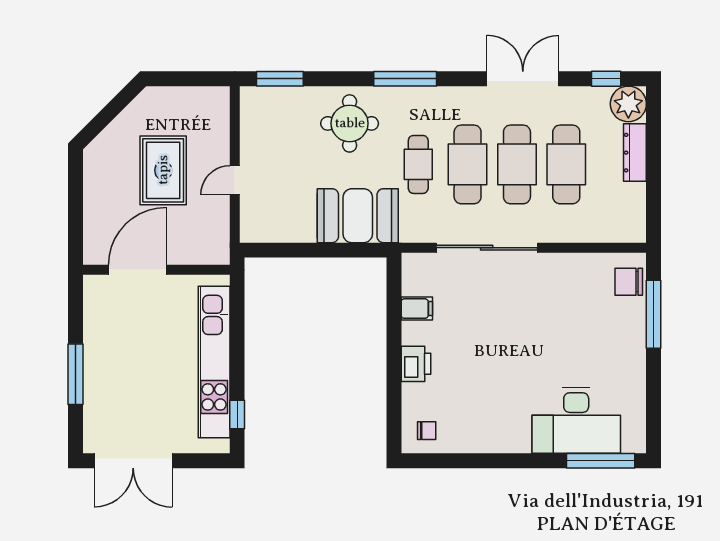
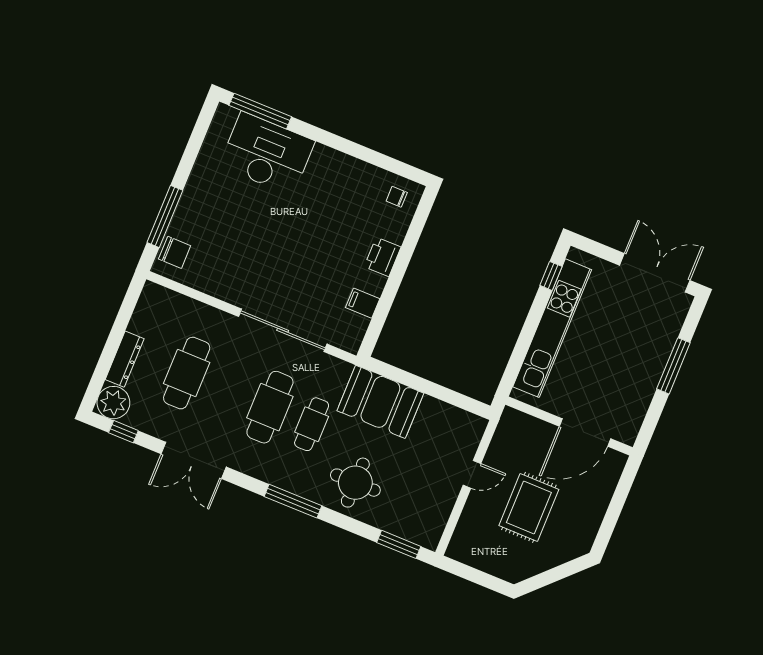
cafe table: (517, 164) -> (228, 390), removed

